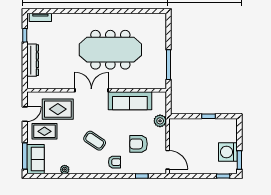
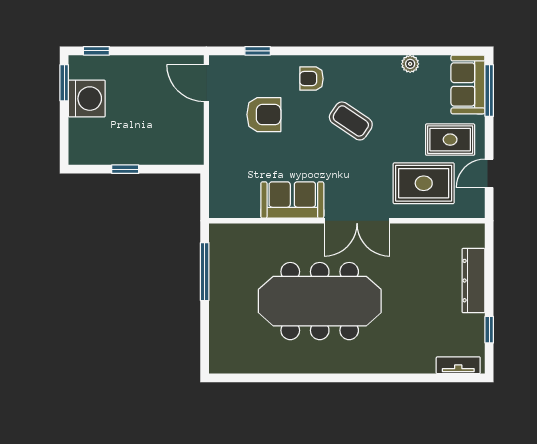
sofa: (130, 101) -> (292, 200), width x0.73
plant: (160, 121) -> (221, 160), removed

